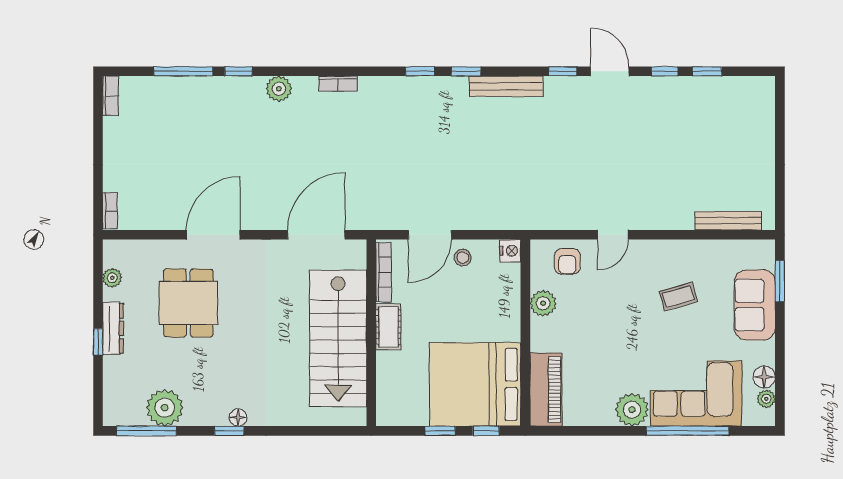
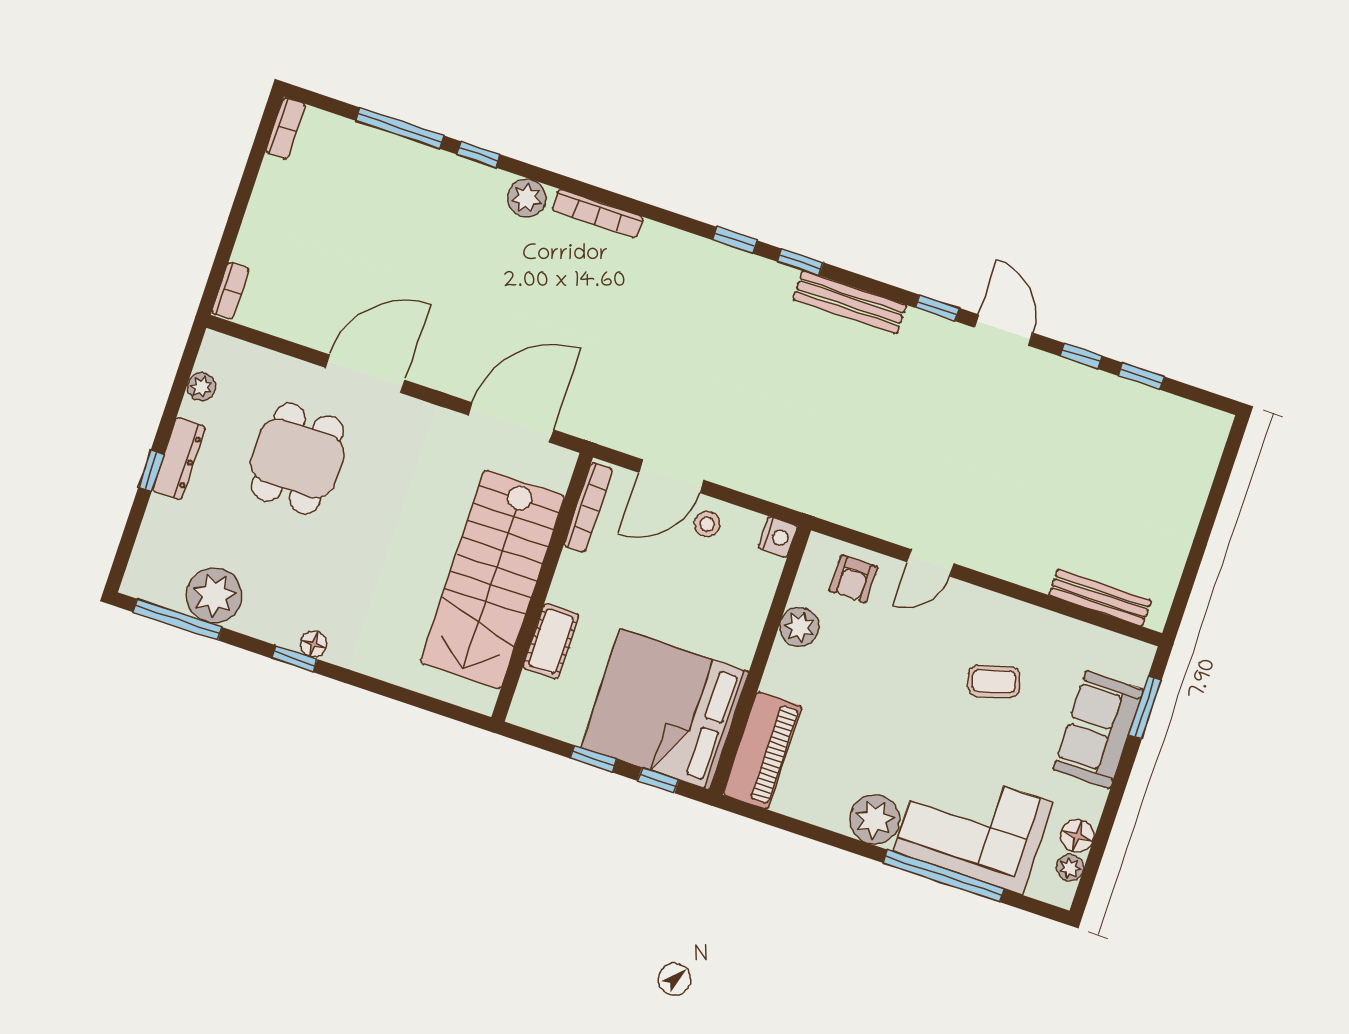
bookcase: (338, 84) -> (598, 214), width x1.56
cot: (388, 327) -> (551, 641), moved

